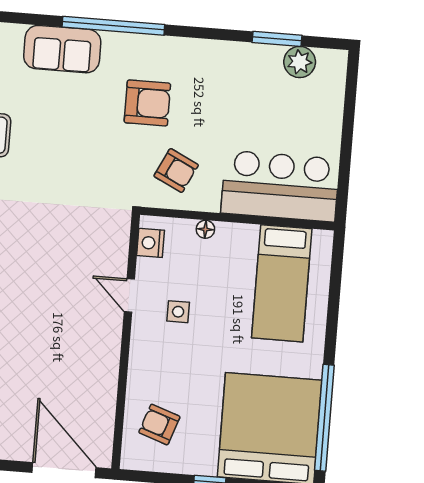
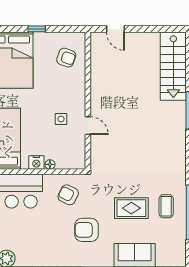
rug: (61, 136) -> (131, 208), added
nightstand: (150, 243) -> (36, 163), moved, turned 90
door: (64, 470) -> (116, 29), width x0.53

